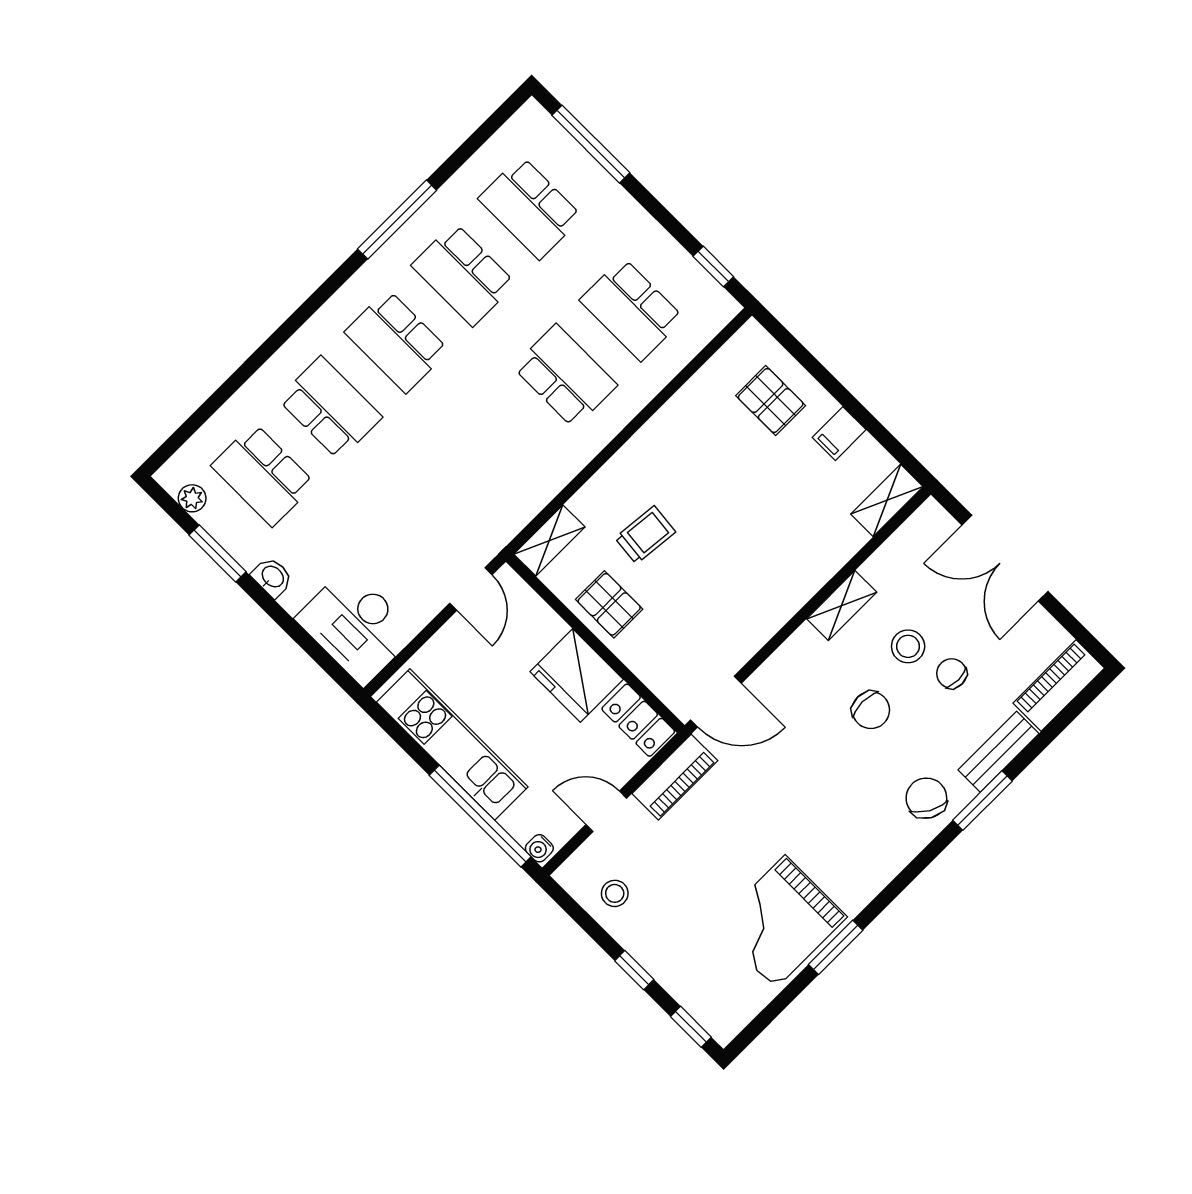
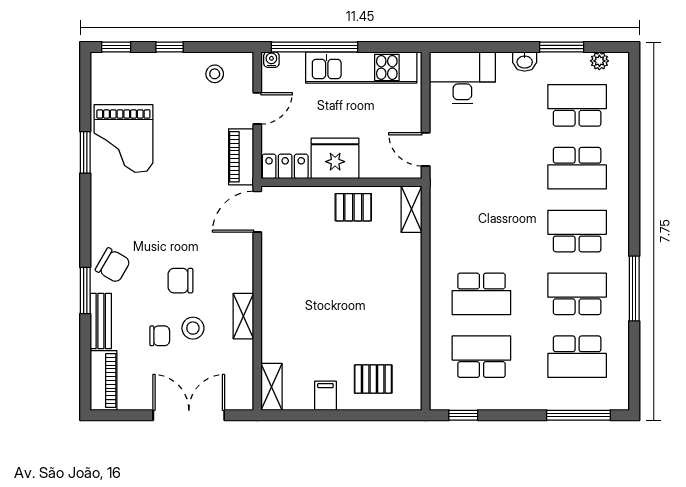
school desk: (530, 208) -> (577, 357), turned 180
trolley: (645, 535) -> (369, 257), removed
grand piano: (780, 922) -> (123, 138), turned 180

